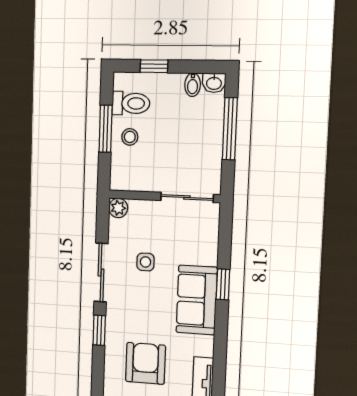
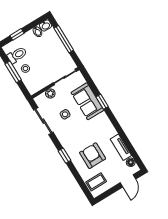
plant: (118, 208) -> (50, 93), moved
sliding door: (101, 273) -> (43, 121), moved
sofa: (197, 300) -> (87, 101), moved

